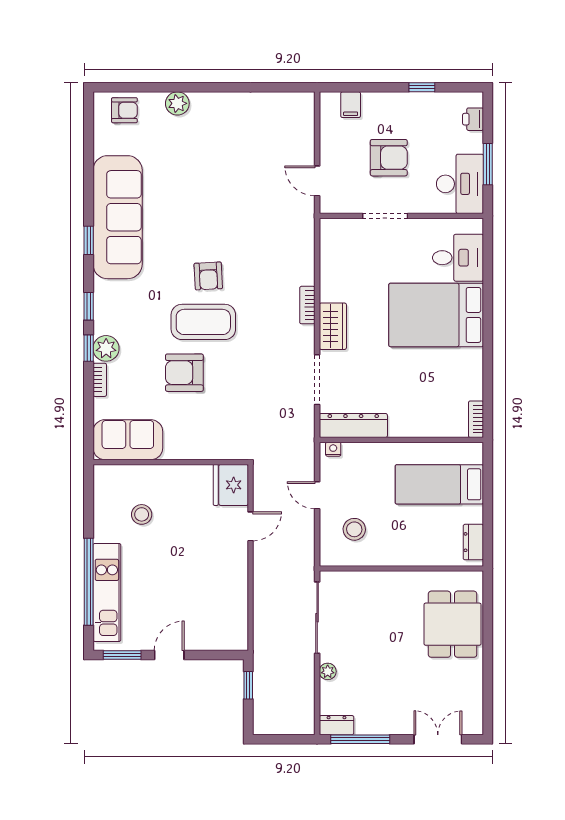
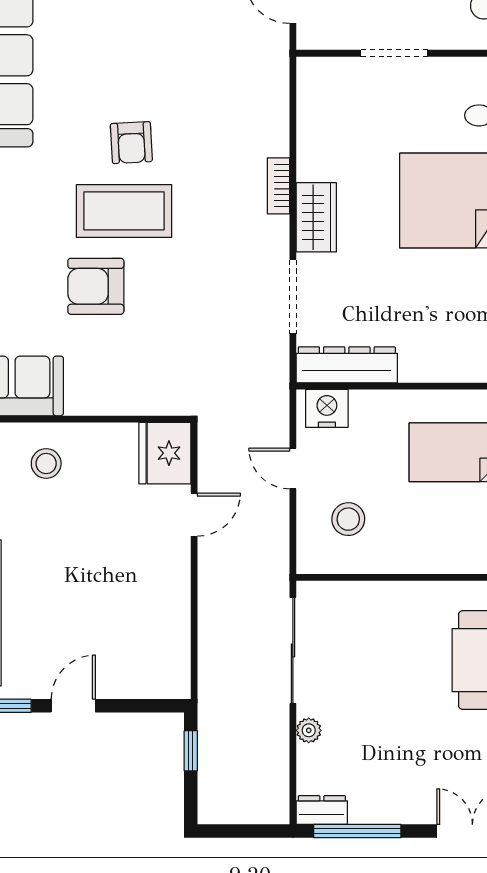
nightstand: (333, 449) -> (327, 408), width x1.89, depth x1.79
stool: (142, 514) -> (46, 463), moved

